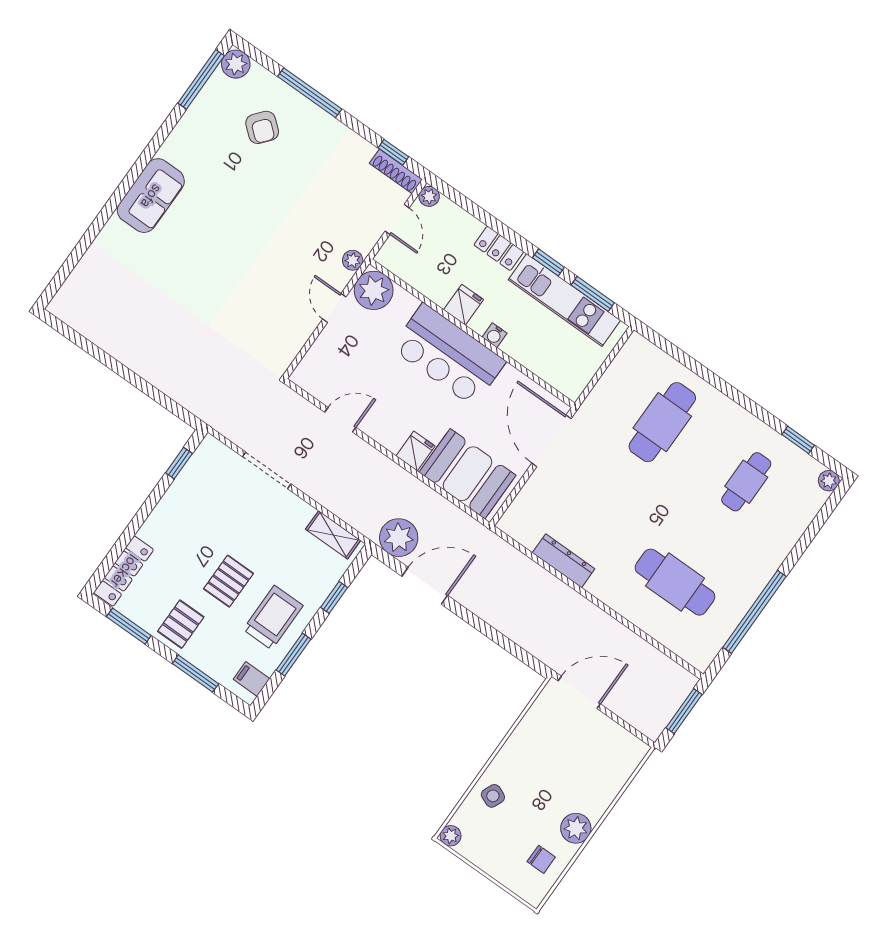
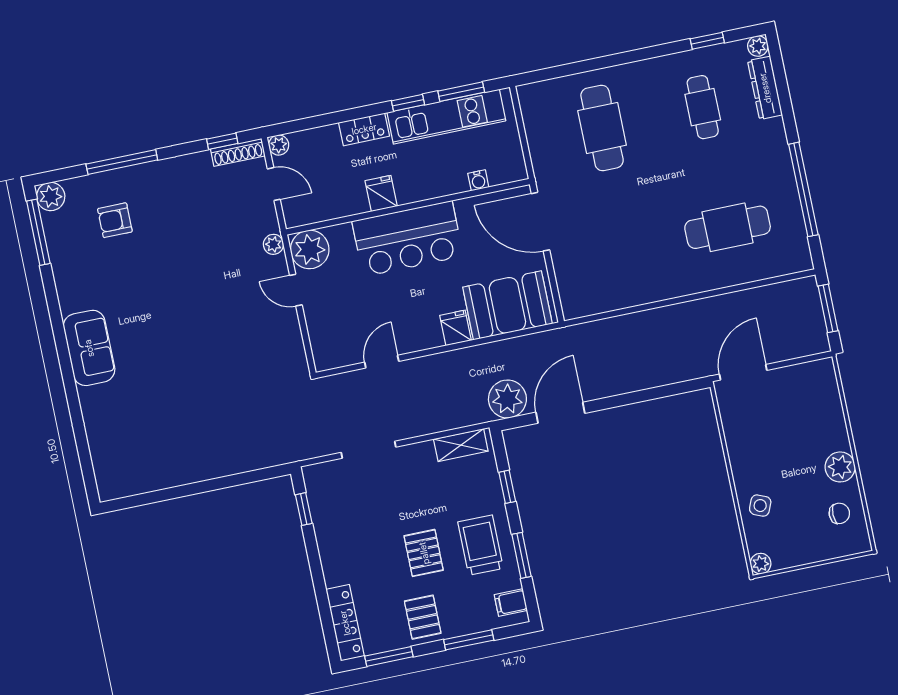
armchair: (262, 127) -> (115, 220), turned 140
water cooler: (495, 335) -> (478, 180), moved
dresser: (564, 561) -> (765, 88), moved, turned -90

